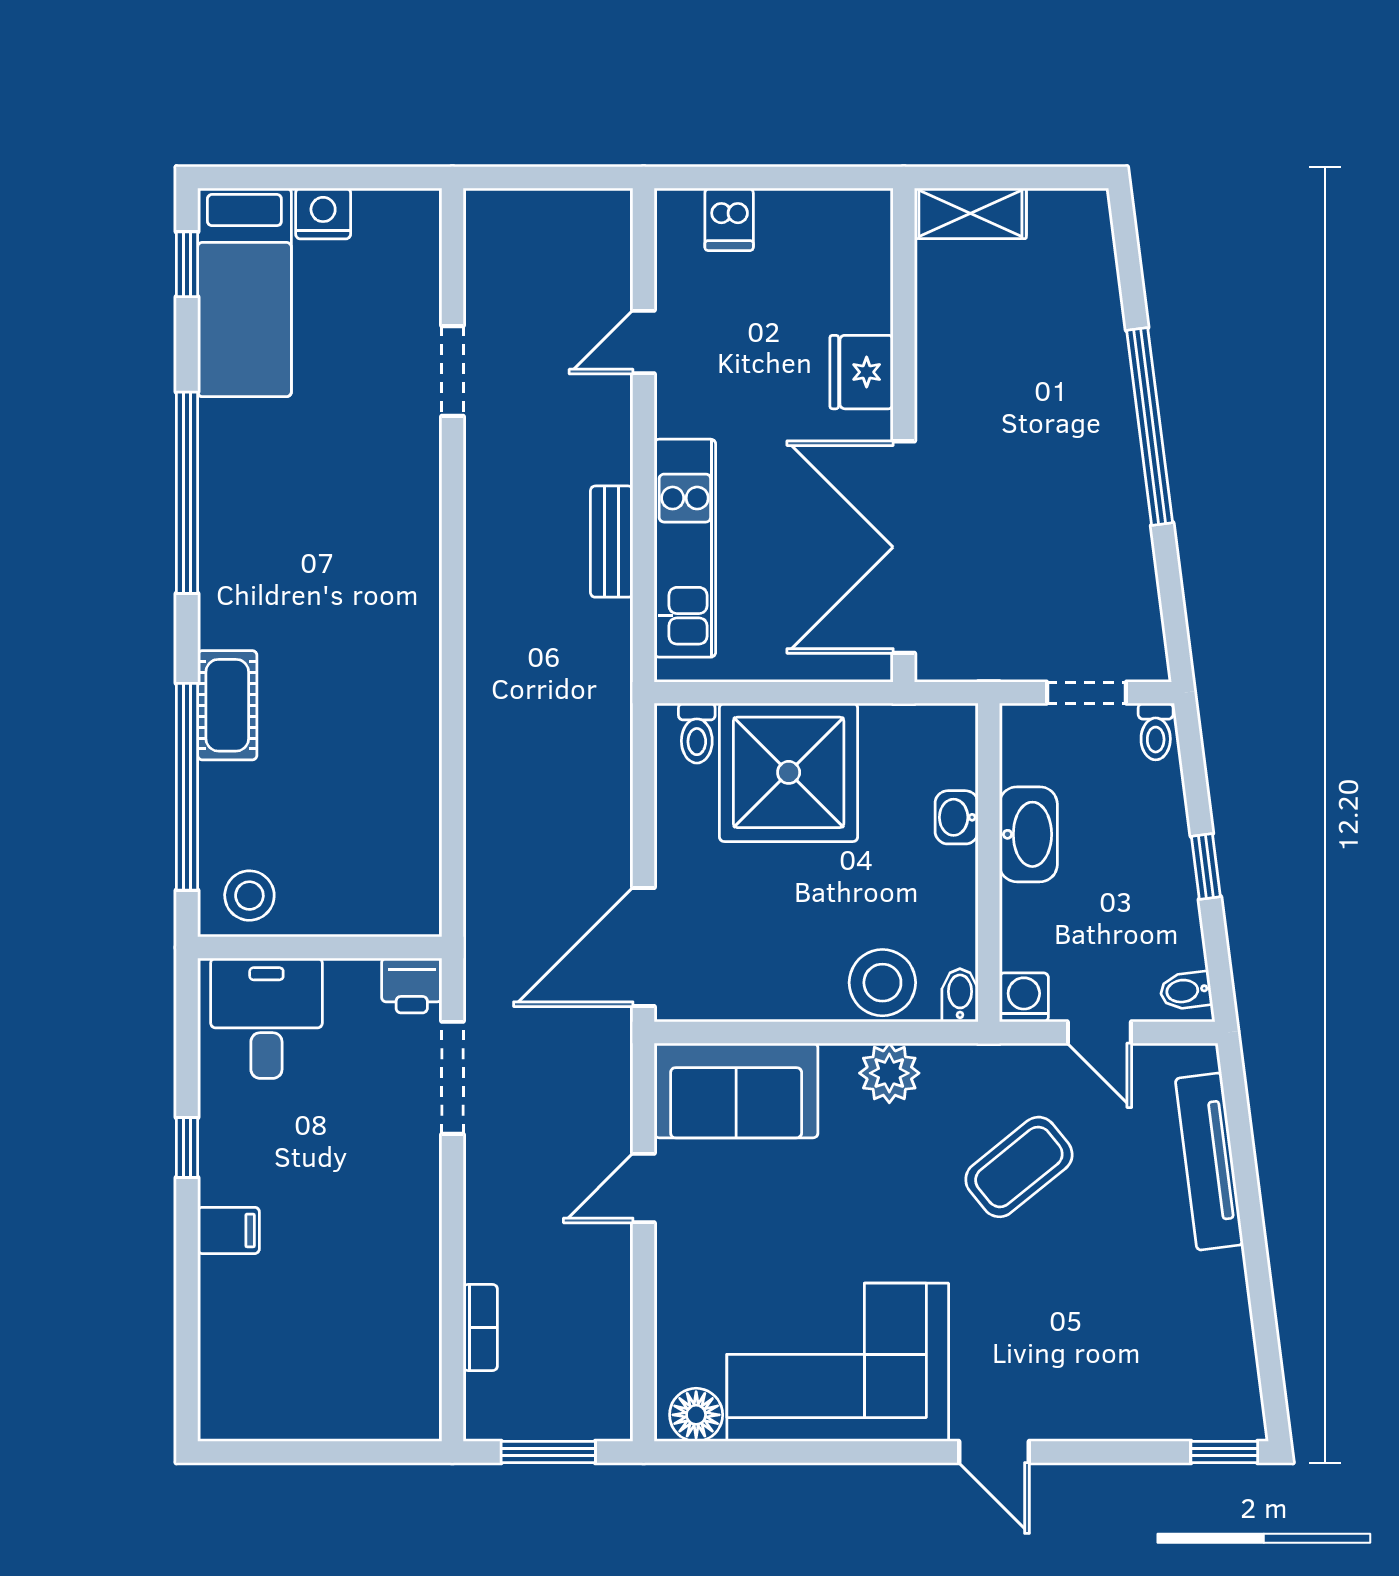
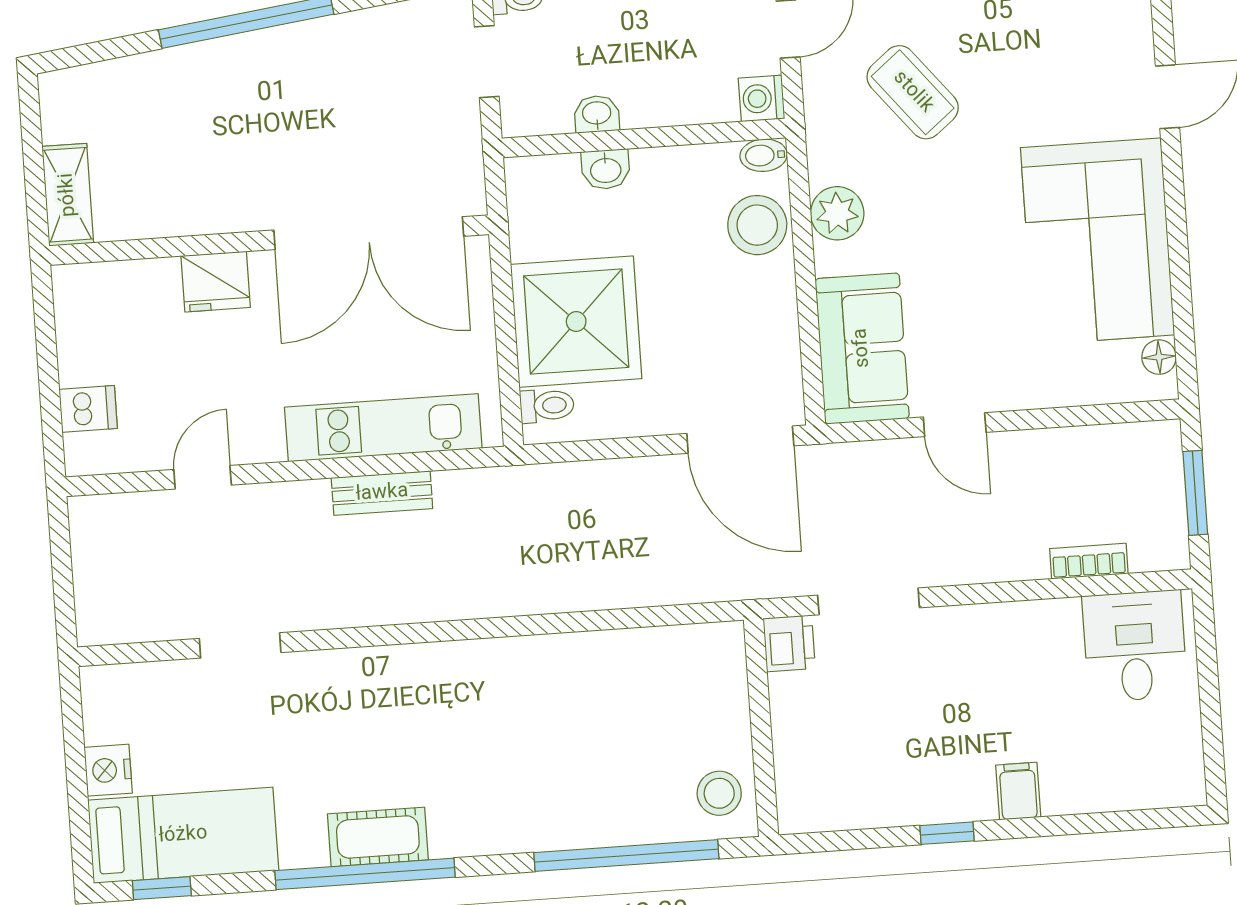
door: (644, 342) -> (203, 477), swing flipped
cot: (227, 705) -> (378, 837), moved
washbasin: (1028, 834) -> (597, 114), width x0.52, depth x0.69
desk: (266, 1018) -> (1135, 646), moved, turned 90
floor lamp: (696, 1415) -> (1159, 357), width x0.73, depth x0.73

